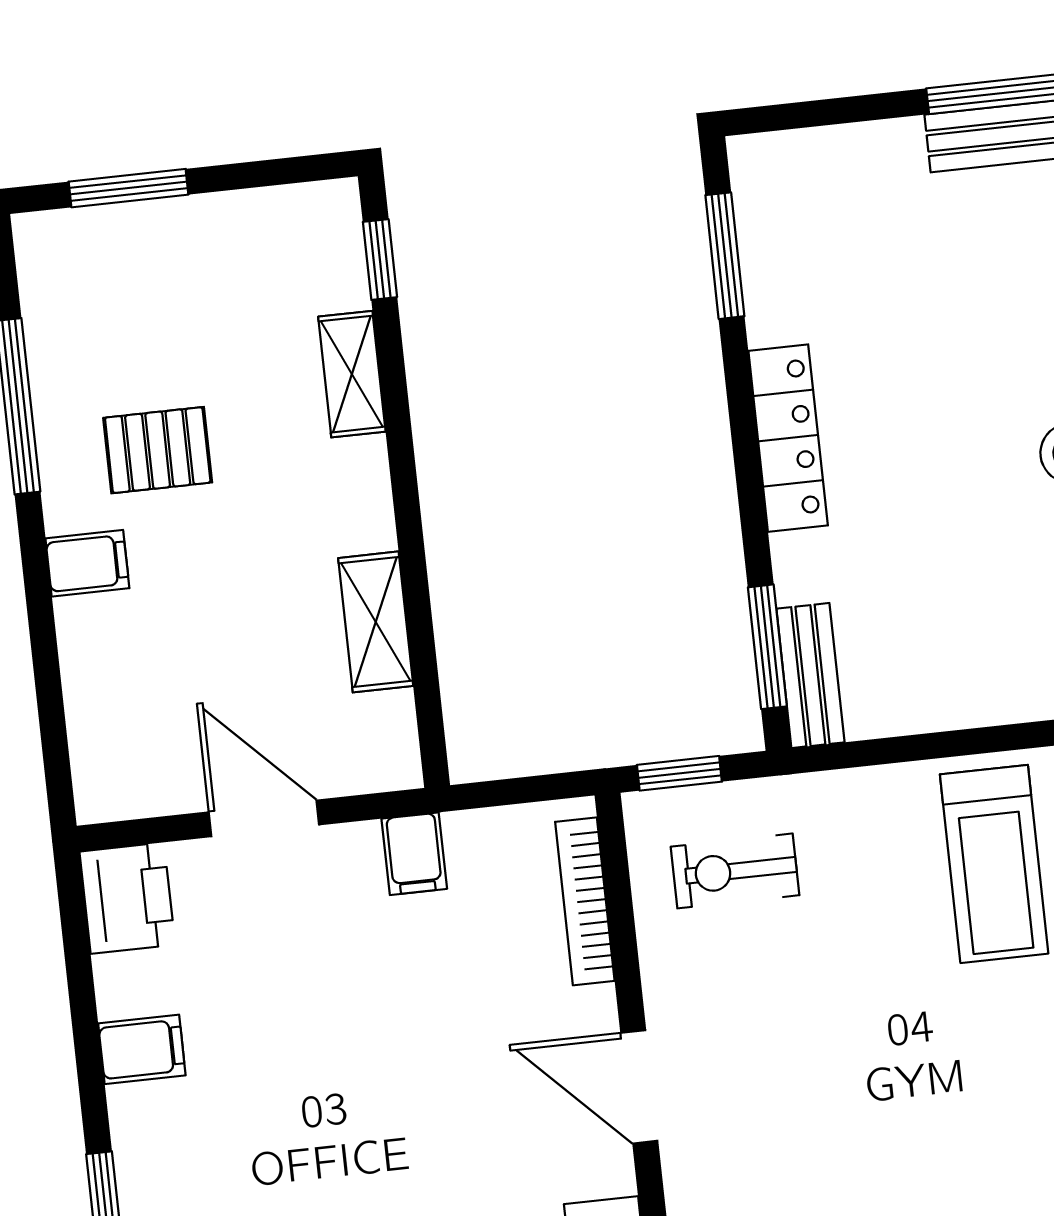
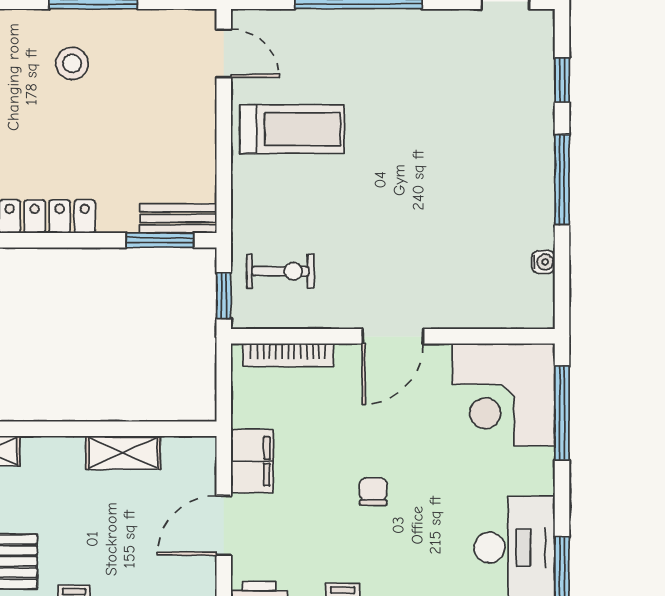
filing cabinet: (414, 854) -> (252, 461), width x2.00
exercise bike: (735, 871) -> (280, 271), turned -90
chair: (354, 1082) -> (373, 492), added

